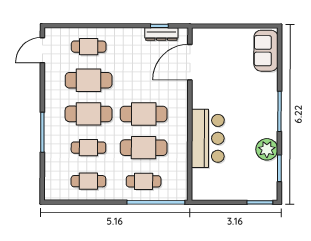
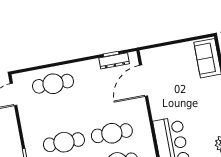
cafe table: (89, 47) -> (53, 84), width x1.37, depth x1.35
cafe table: (89, 80) -> (58, 113), removed

